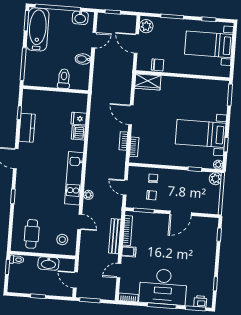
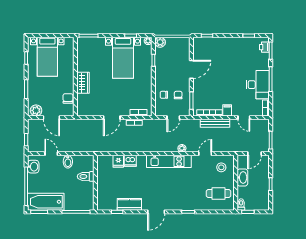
door: (136, 44) -> (51, 118), hinge flipped
wardrobe: (148, 82) -> (83, 83), moved
door: (181, 213) -> (191, 69), hinge flipped
desk: (163, 287) -> (258, 85), width x0.73, depth x0.77

